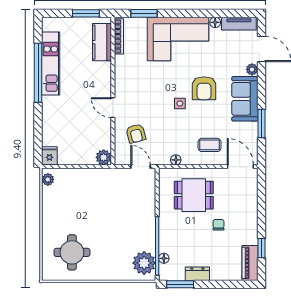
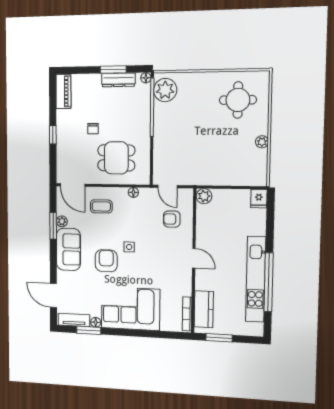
window: (144, 13) -> (89, 330), moved
kitchen unit: (51, 64) -> (256, 279), width x1.36
plant: (252, 69) -> (62, 221), moved
door: (113, 108) -> (194, 258), moved
armchair: (136, 133) -> (172, 219), turned -75
plant: (48, 179) -> (262, 142), moved
window: (262, 248) -> (53, 135), moved
floor lamp: (164, 258) -> (146, 78), moved
dresser: (197, 274) -> (118, 80), width x1.44
window: (180, 284) -> (113, 70), moved

